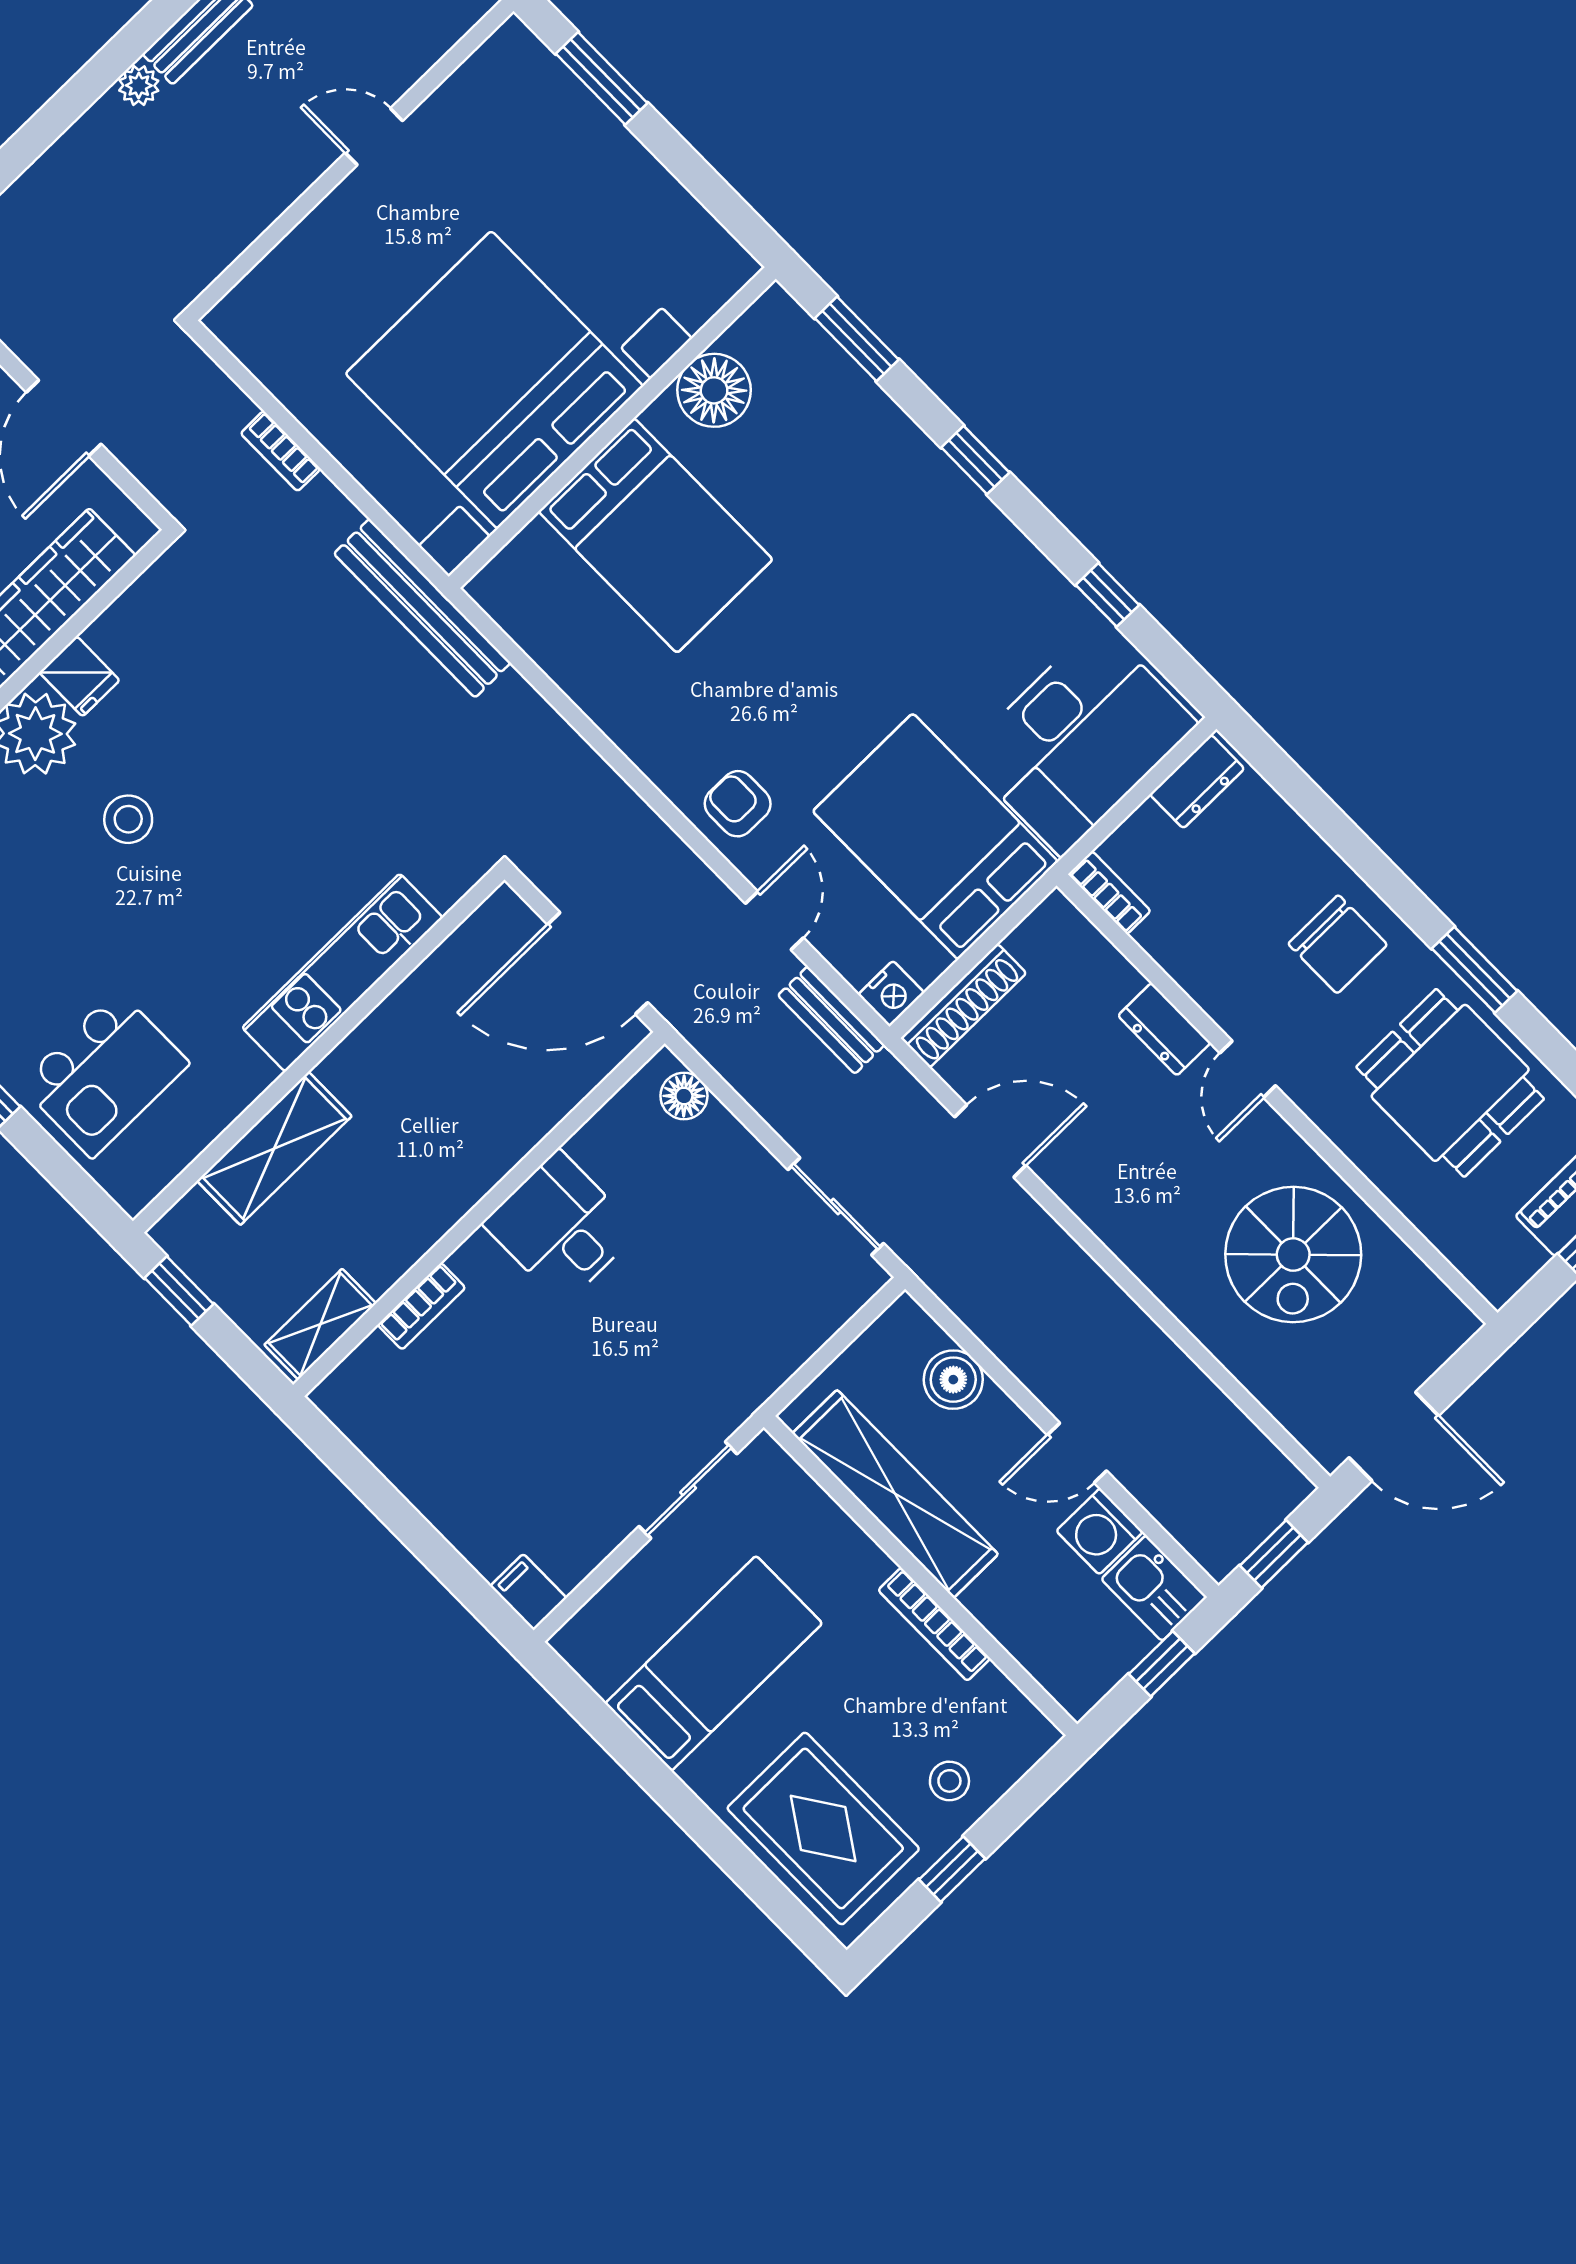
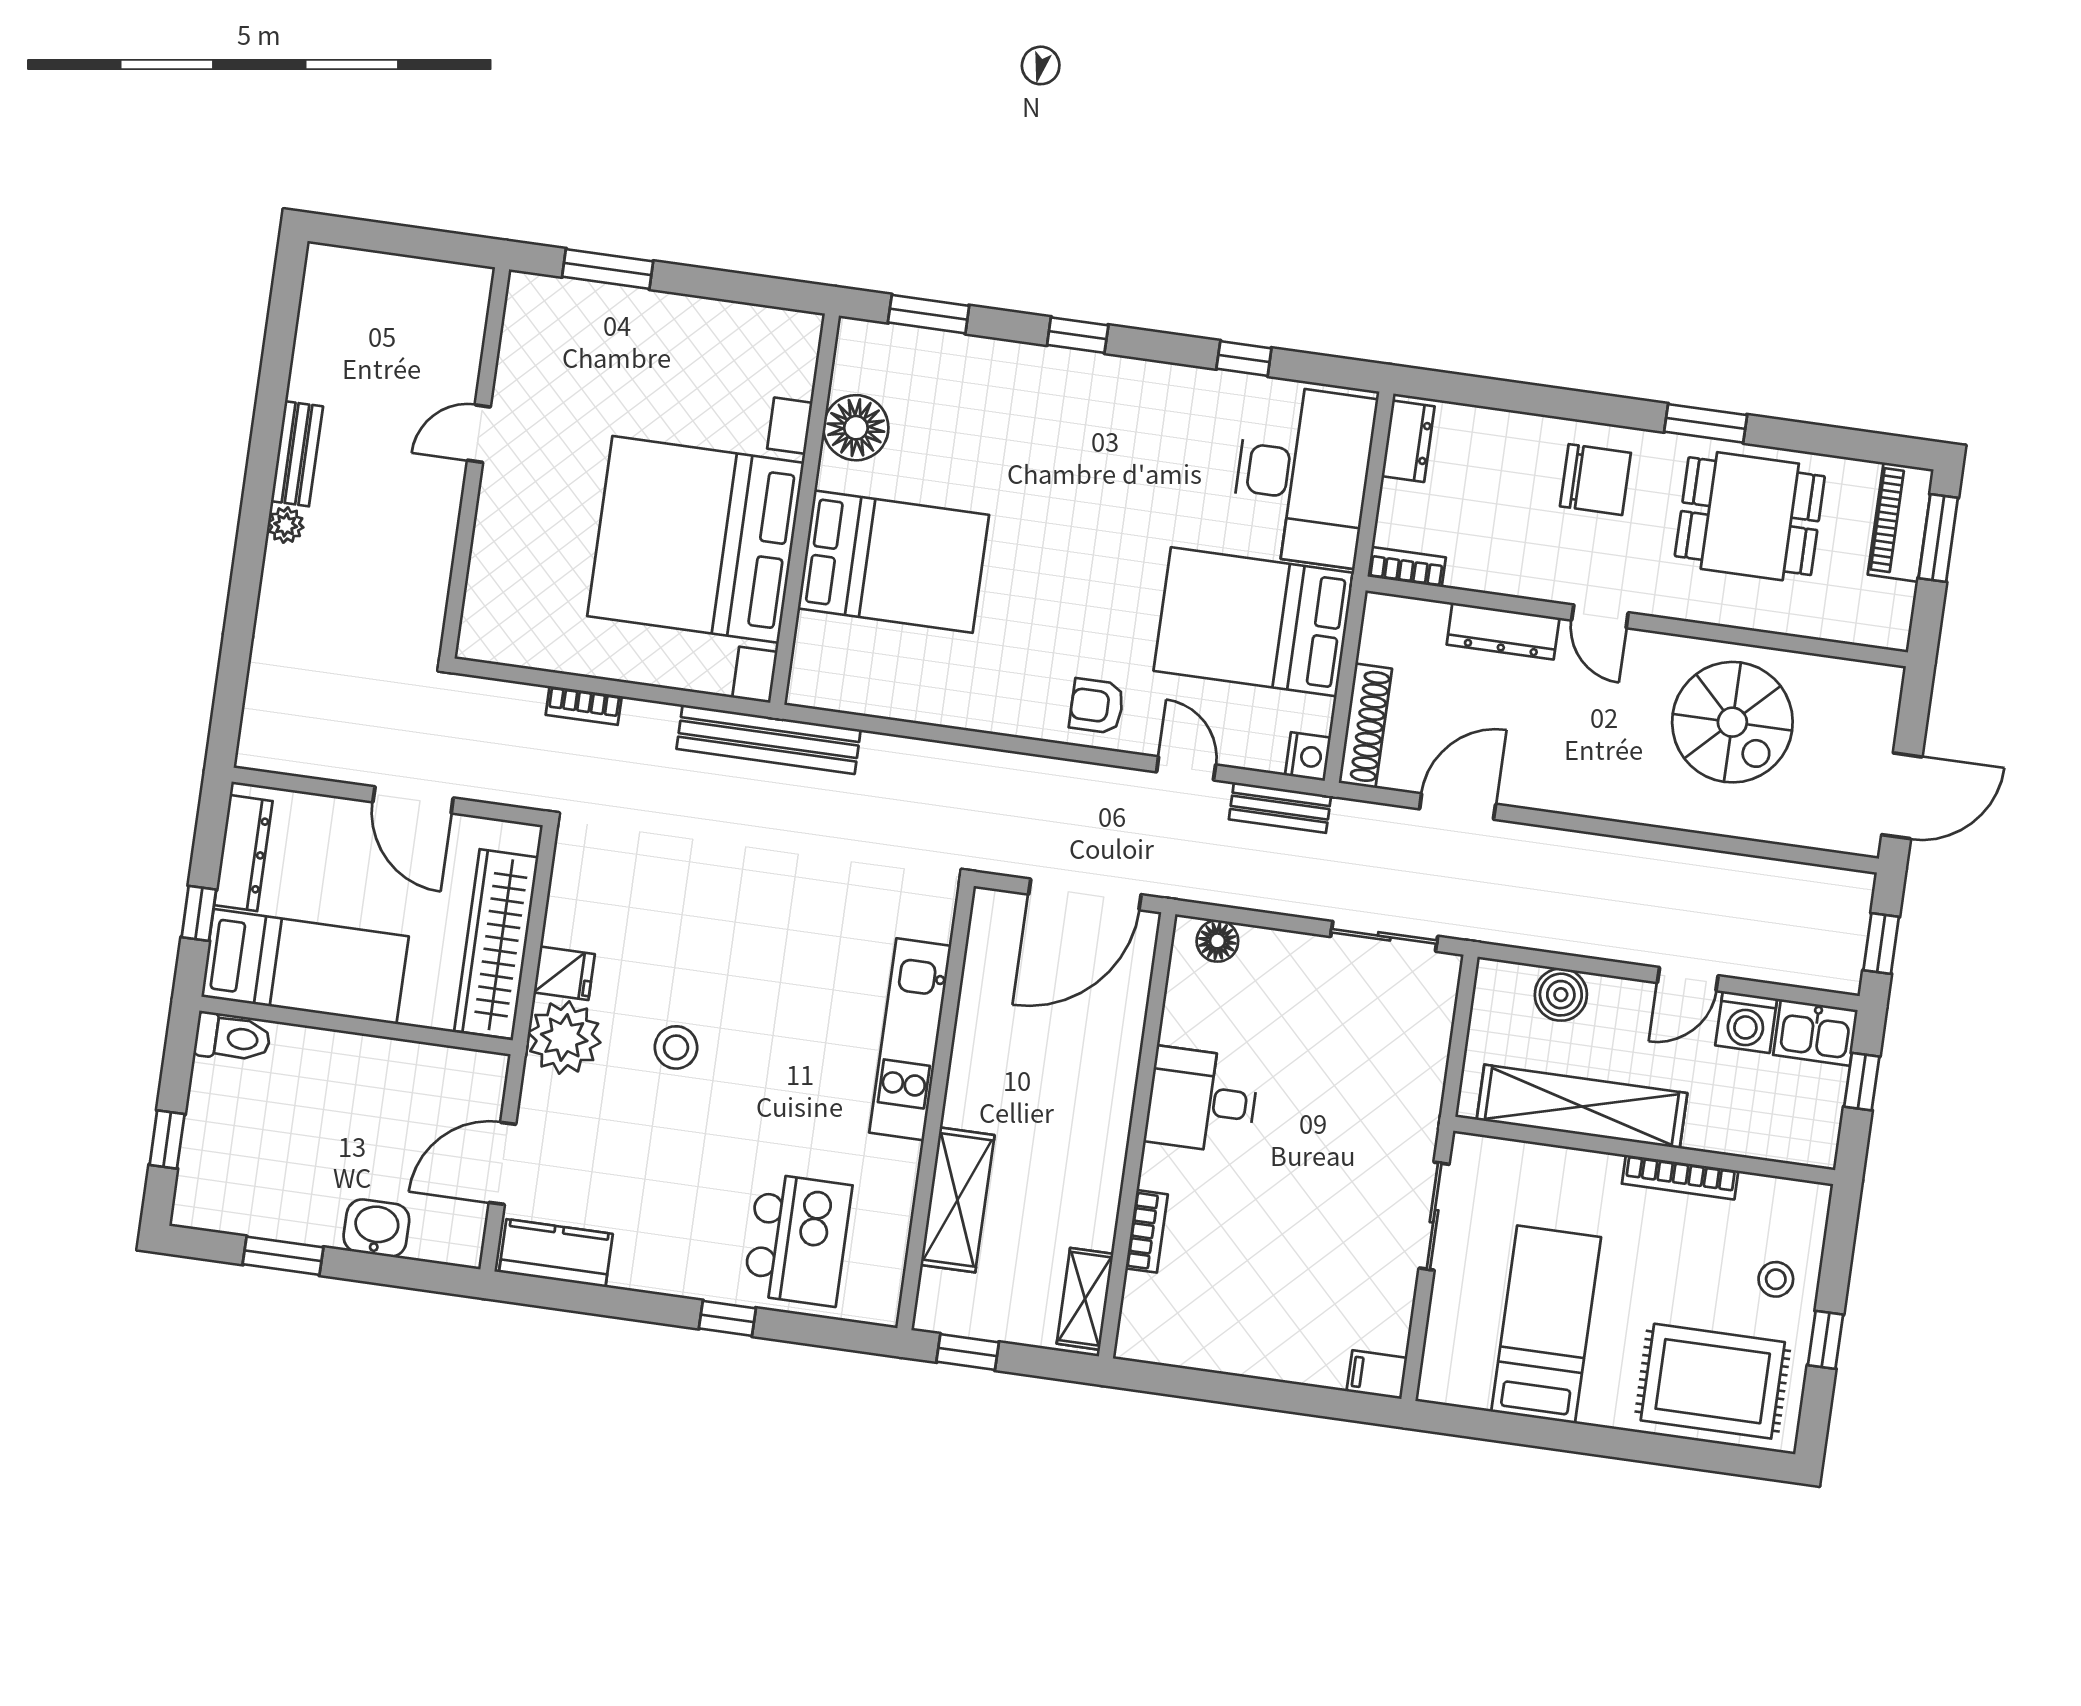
dresser: (1164, 1029) -> (1503, 631), width x1.44

